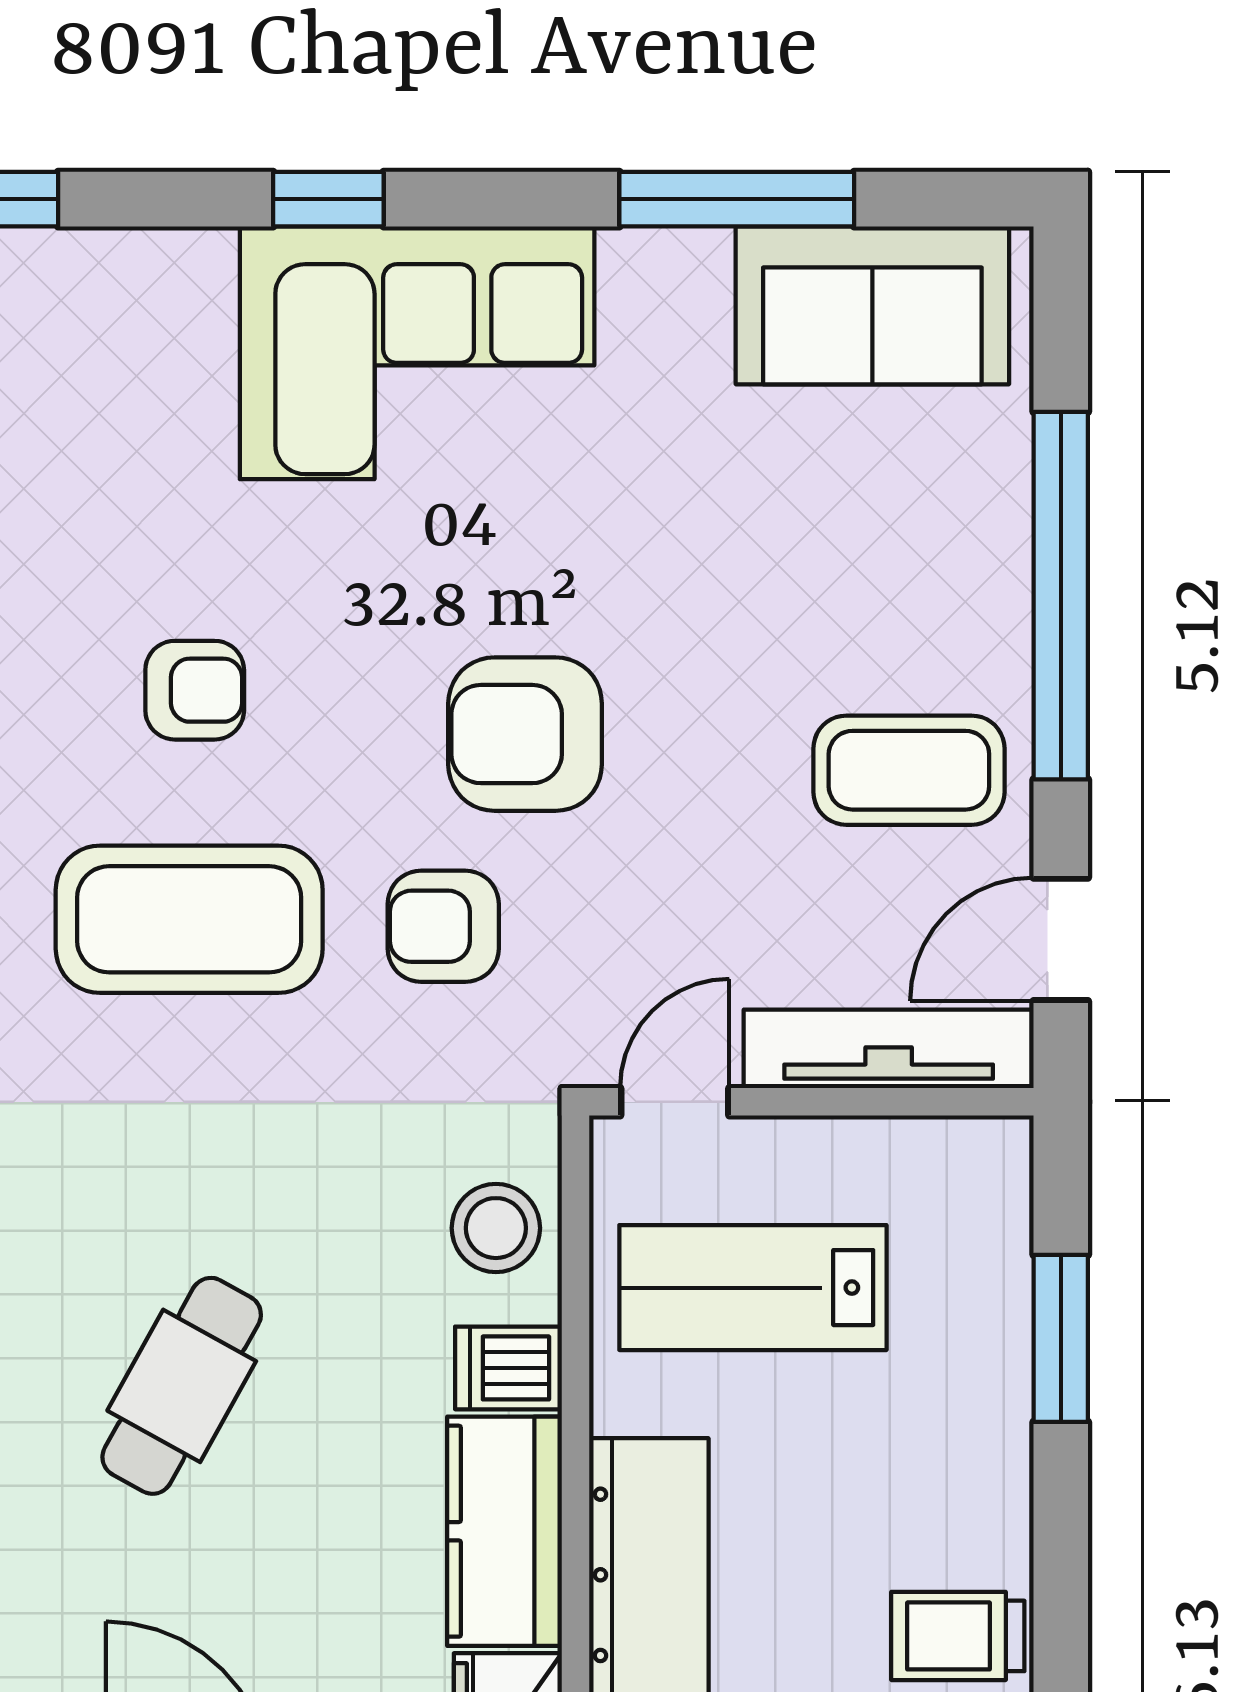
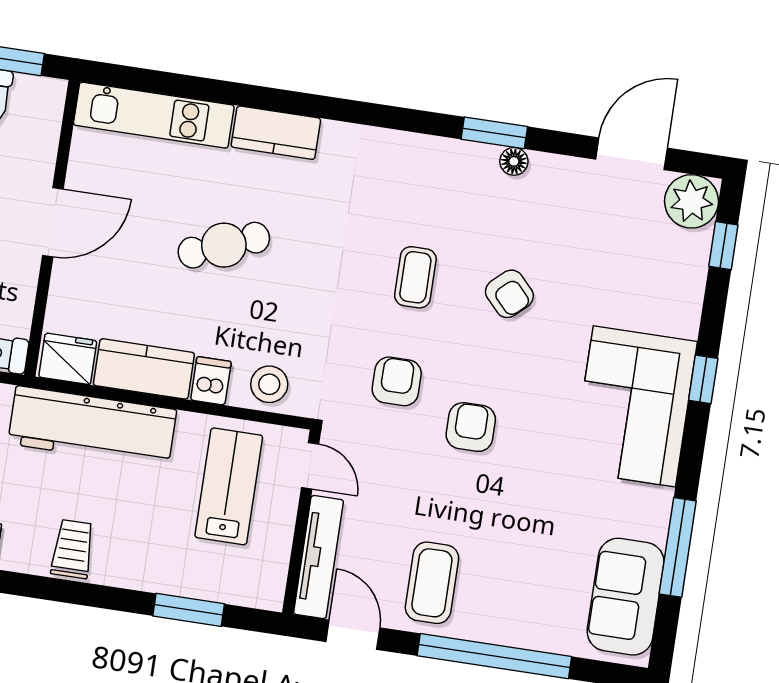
armchair: (195, 690) -> (509, 294), turned -43
armchair: (525, 734) -> (471, 427), width x0.72, depth x0.72
coffee table: (189, 919) -> (415, 277), width x0.54, depth x0.58
cafe table: (182, 1386) -> (224, 245), turned -51

